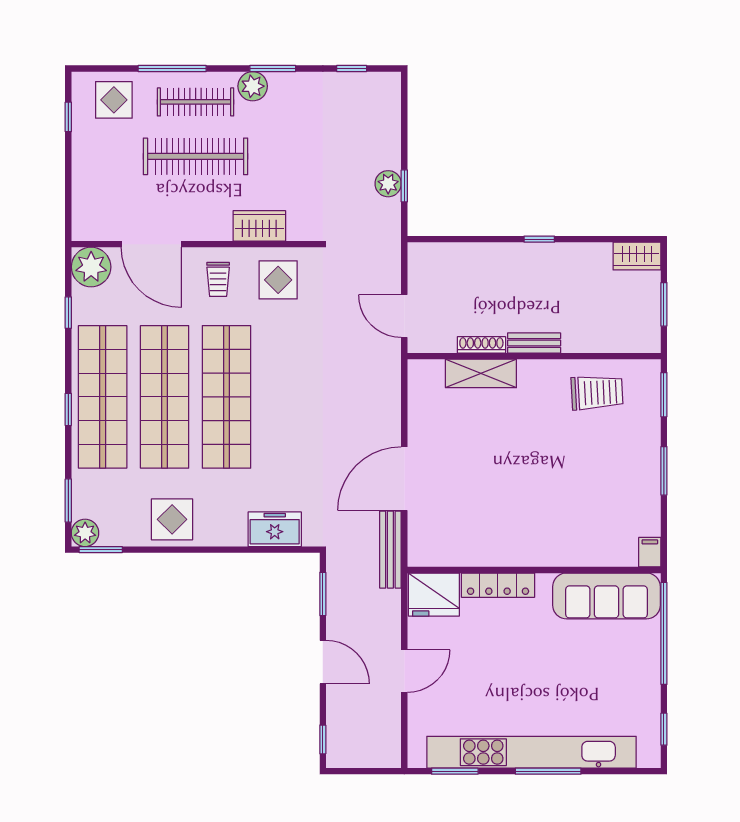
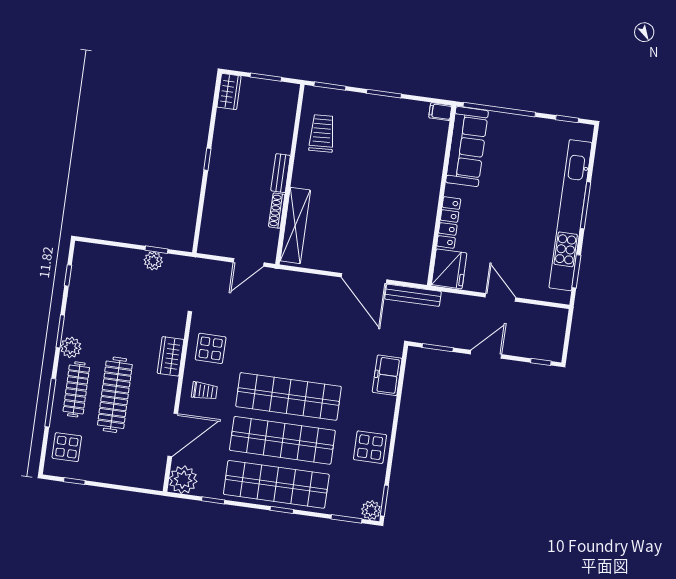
shelving: (481, 373) -> (295, 225), width x1.47

